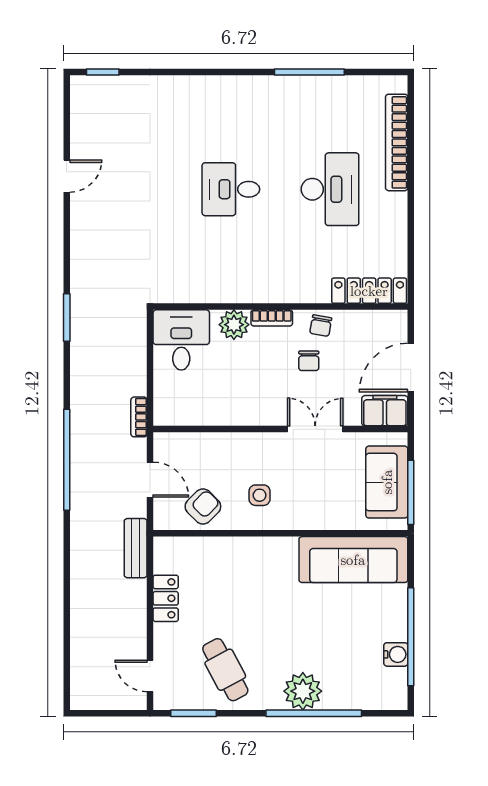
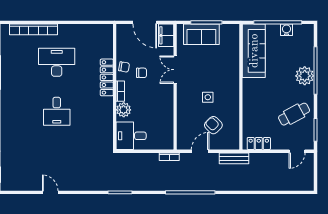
locker: (369, 291) -> (107, 77), moved
wall: (280, 533) -> (241, 87), moved
sofa: (353, 560) -> (254, 51), moved

